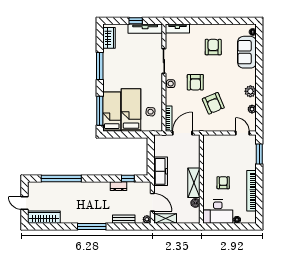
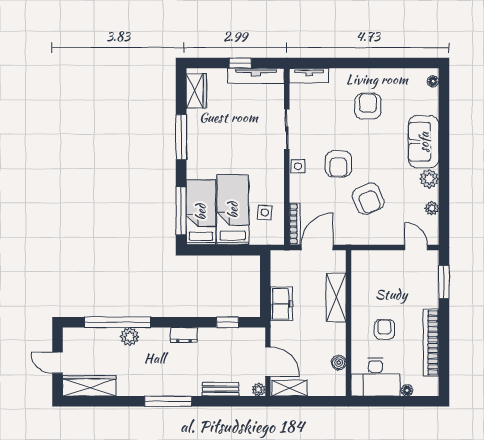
sofa: (247, 52) -> (424, 142), moved
freezer: (161, 171) -> (281, 304), width x0.71
shelving: (194, 183) -> (336, 297), moved
dresser: (119, 186) -> (184, 335), moved
plant: (68, 187) -> (130, 337), added

